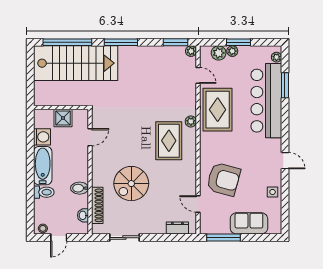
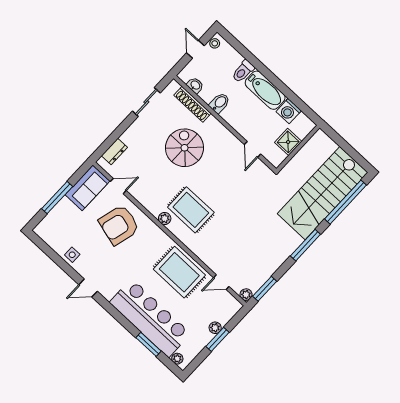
plant: (219, 53) -> (224, 315), removed
plant: (191, 121) -> (165, 219), moved
sofa: (249, 223) -> (87, 188), moved
window: (224, 238) -> (57, 198), moved

